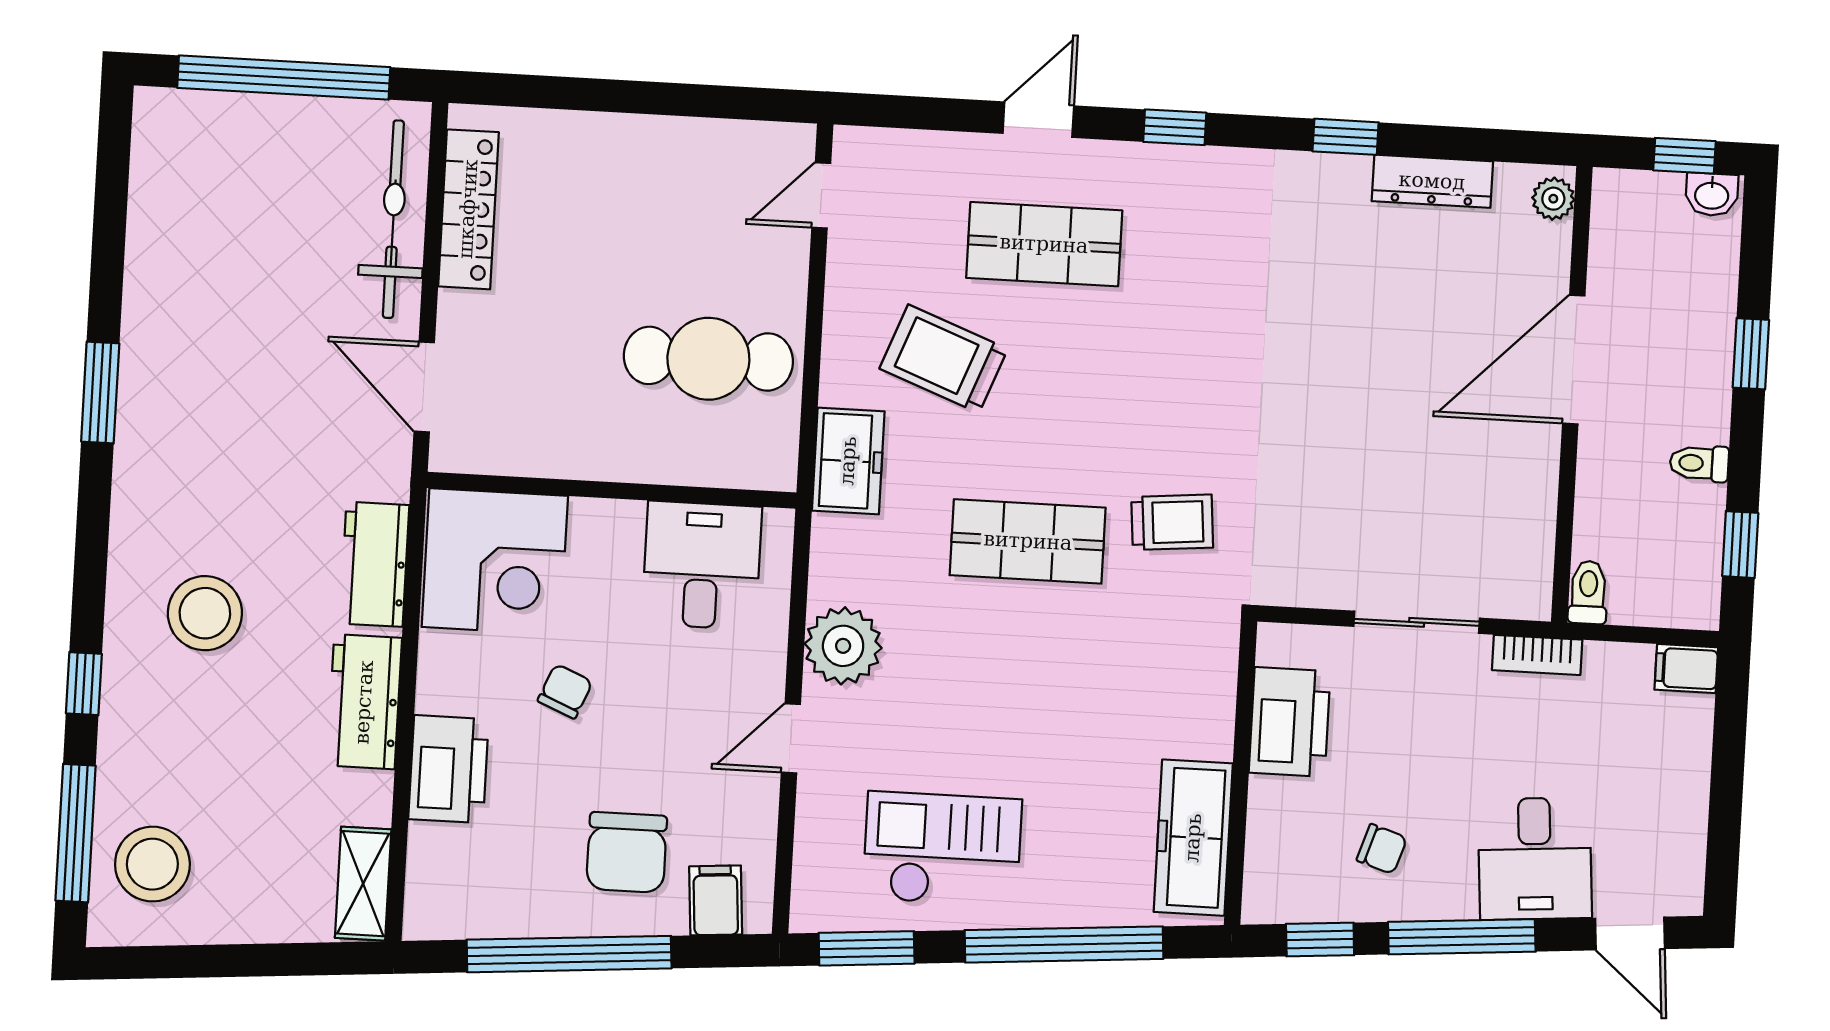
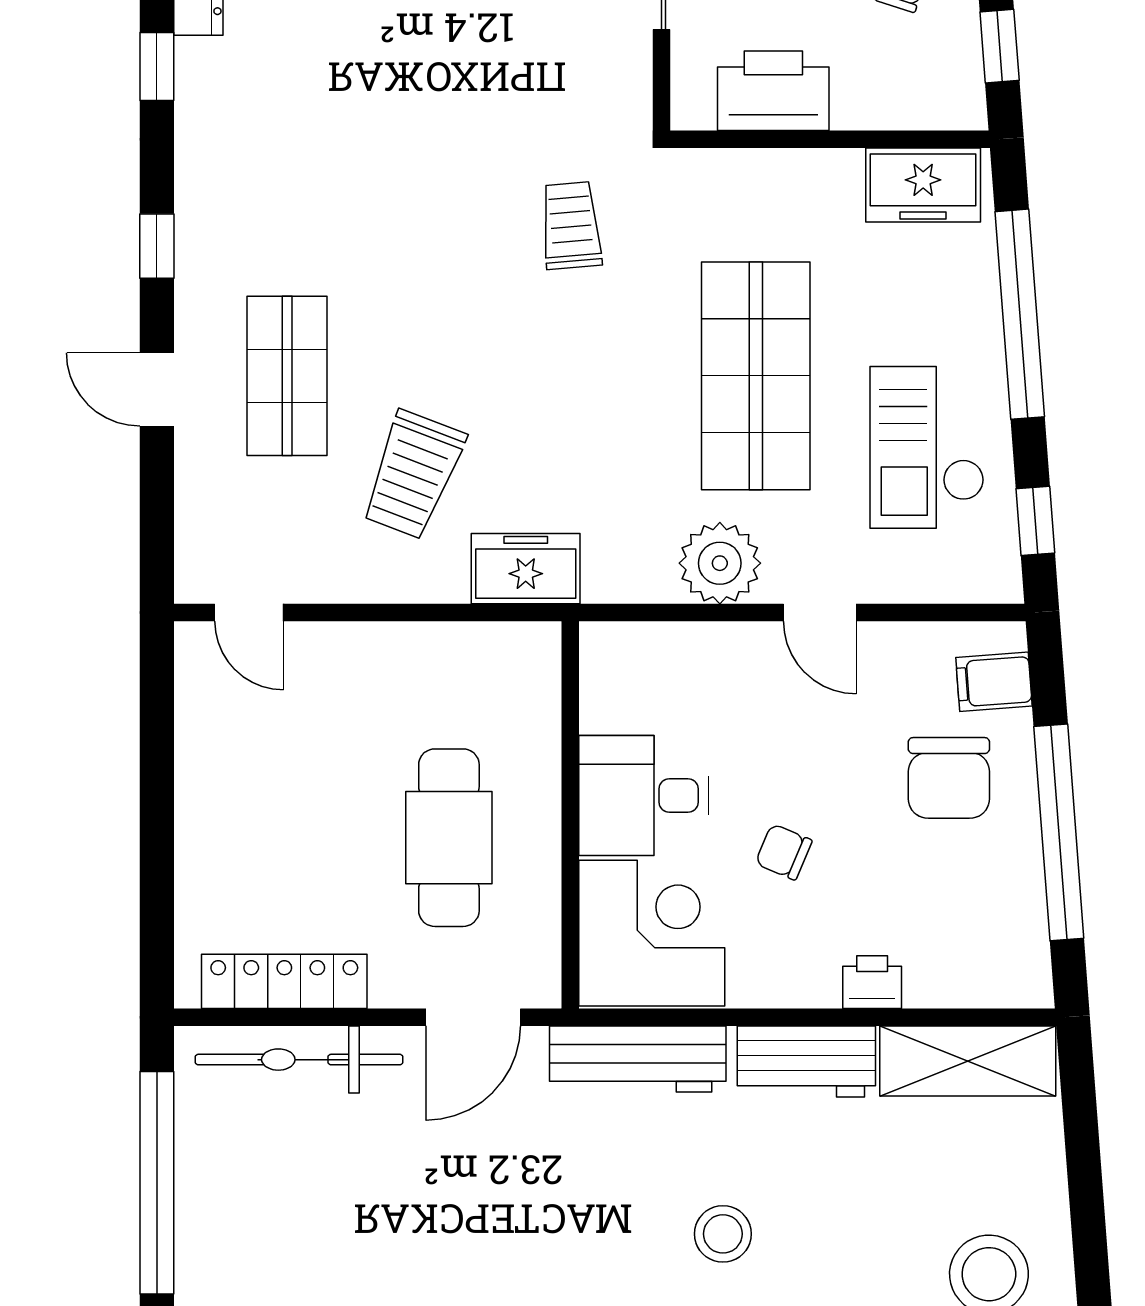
cafe table: (708, 359) -> (449, 838), moved
shop shelf: (1028, 541) -> (756, 376), moved, width x1.43, depth x1.36
workbench: (375, 564) -> (638, 1059), width x1.38
desk: (702, 565) -> (644, 796), moved
stool: (205, 613) -> (723, 1234), width x0.73, depth x0.73
printer: (449, 769) -> (872, 982), width x0.53, depth x0.68
freezer: (1193, 838) -> (923, 185), width x0.71
chair: (627, 852) -> (949, 778), turned 90
shelving: (363, 884) -> (968, 1061), width x1.50, depth x1.33
window: (867, 948) -> (1035, 521), width x0.67

